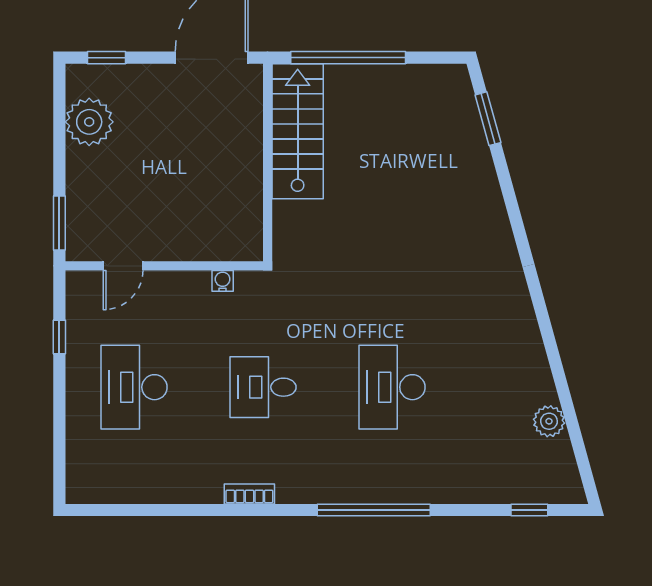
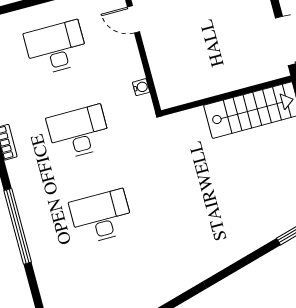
desk: (263, 387) -> (79, 132), width x1.37

